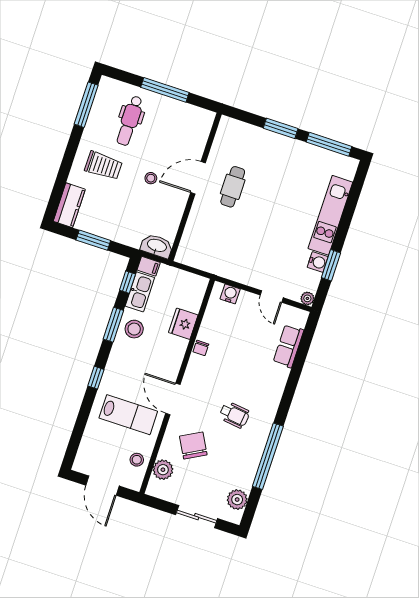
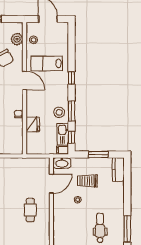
trolley: (103, 166) -> (87, 181), moved
door: (198, 178) -> (51, 184), moved
water cooler: (230, 294) -> (12, 150), removed

